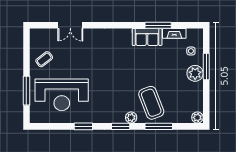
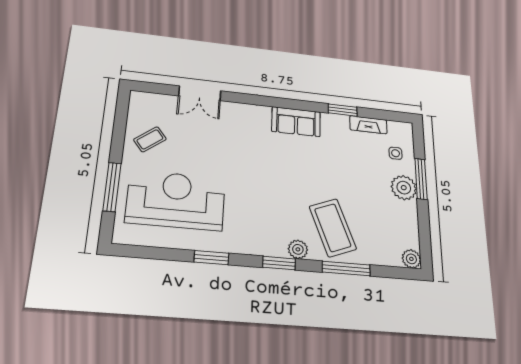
window: (158, 25) -> (343, 110), width x0.69
sofa: (147, 37) -> (296, 122), moved
reception desk: (62, 95) -> (176, 200), turned 180

